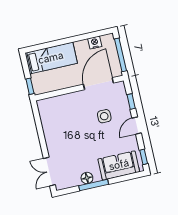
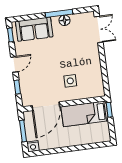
nightstand: (95, 43) -> (33, 146), moved
window: (120, 55) -> (23, 131), width x0.69
bed: (51, 58) -> (85, 114), moved
side table: (104, 116) -> (70, 81), moved

